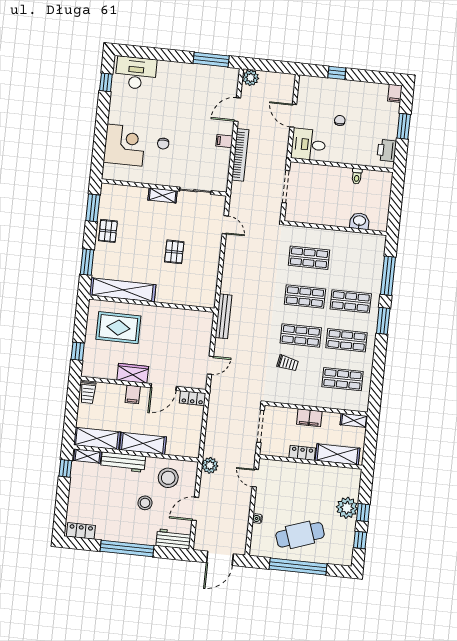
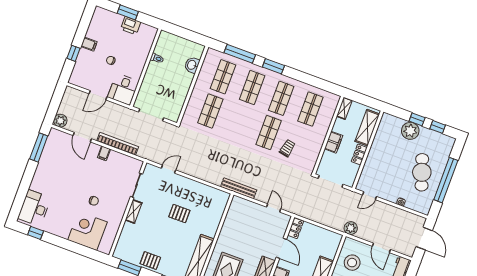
filing cabinet: (395, 93) -> (89, 44), moved
printer: (387, 150) -> (131, 26), moved
shop shelf: (305, 297) -> (223, 77), moved

